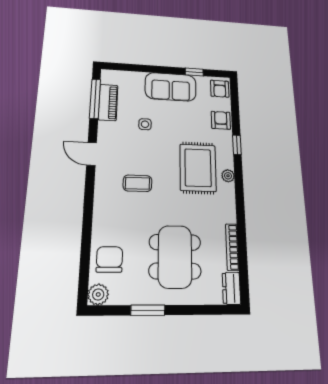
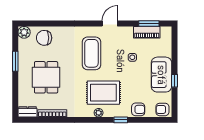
window: (194, 72) -> (174, 81), moved
window: (95, 99) -> (149, 24), width x0.69
coffee table: (137, 183) -> (91, 53), width x1.86, depth x1.72
dining table: (175, 257) -> (46, 77), width x0.73
chair: (109, 259) -> (44, 38), turned 180

